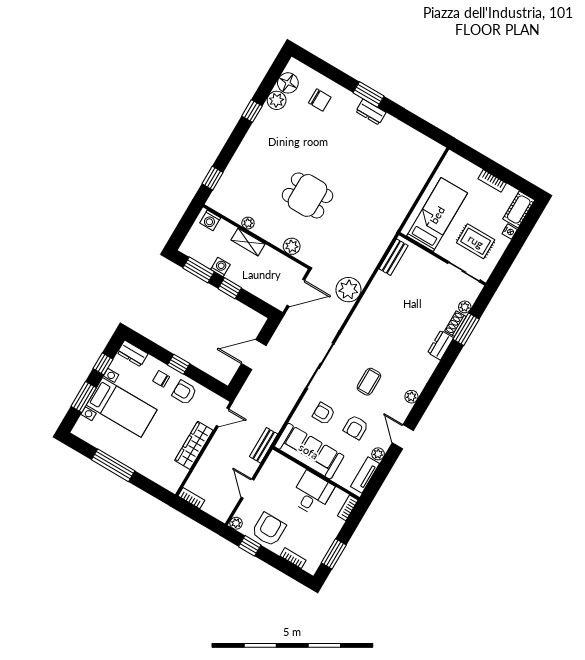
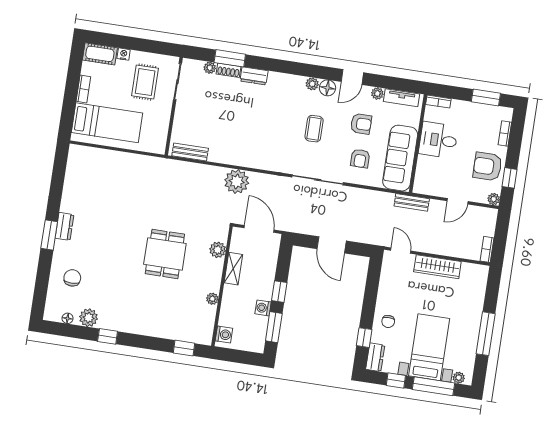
floor lamp: (288, 83) -> (68, 318), width x0.53, depth x0.53
bed: (437, 215) -> (107, 123), moved, turned 180
shelving: (248, 242) -> (233, 269), moved
window: (179, 364) -> (364, 338), moved
coffee table: (369, 382) -> (314, 129), turned 90
armchair: (184, 392) -> (392, 295), removed
window: (84, 397) -> (434, 386), width x1.44
floor lamp: (402, 409) -> (327, 88), added
plant: (82, 424) -> (459, 378), added

